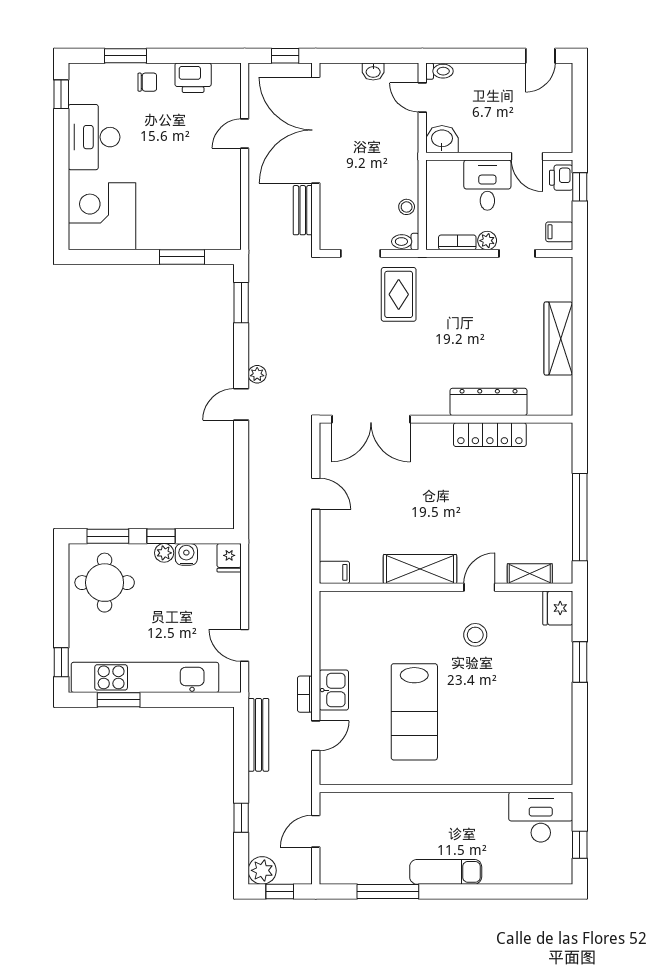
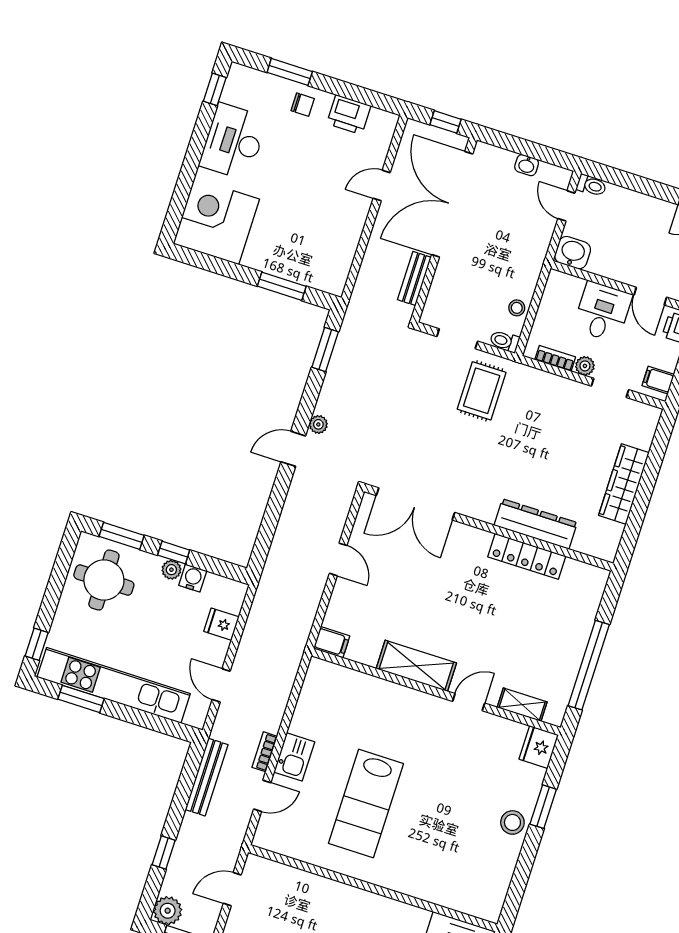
fridge: (229, 558) -> (221, 624), moved, turned 90
stool: (475, 635) -> (512, 822), moved

